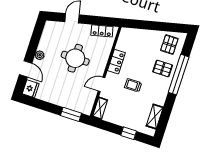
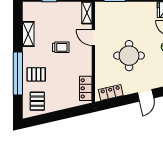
locker: (116, 62) -> (86, 88), moved
door: (102, 84) -> (93, 38), swing flipped
shelving: (155, 117) -> (28, 34), moved

